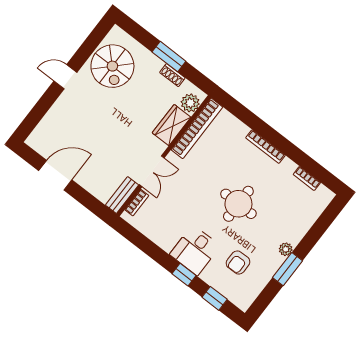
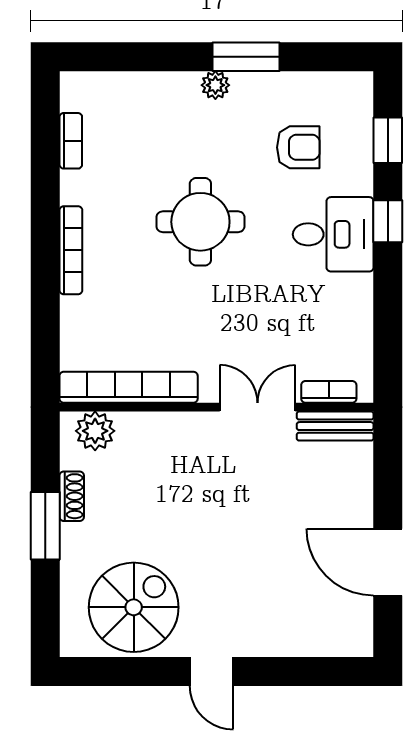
wardrobe: (172, 125) -> (156, 434), removed

